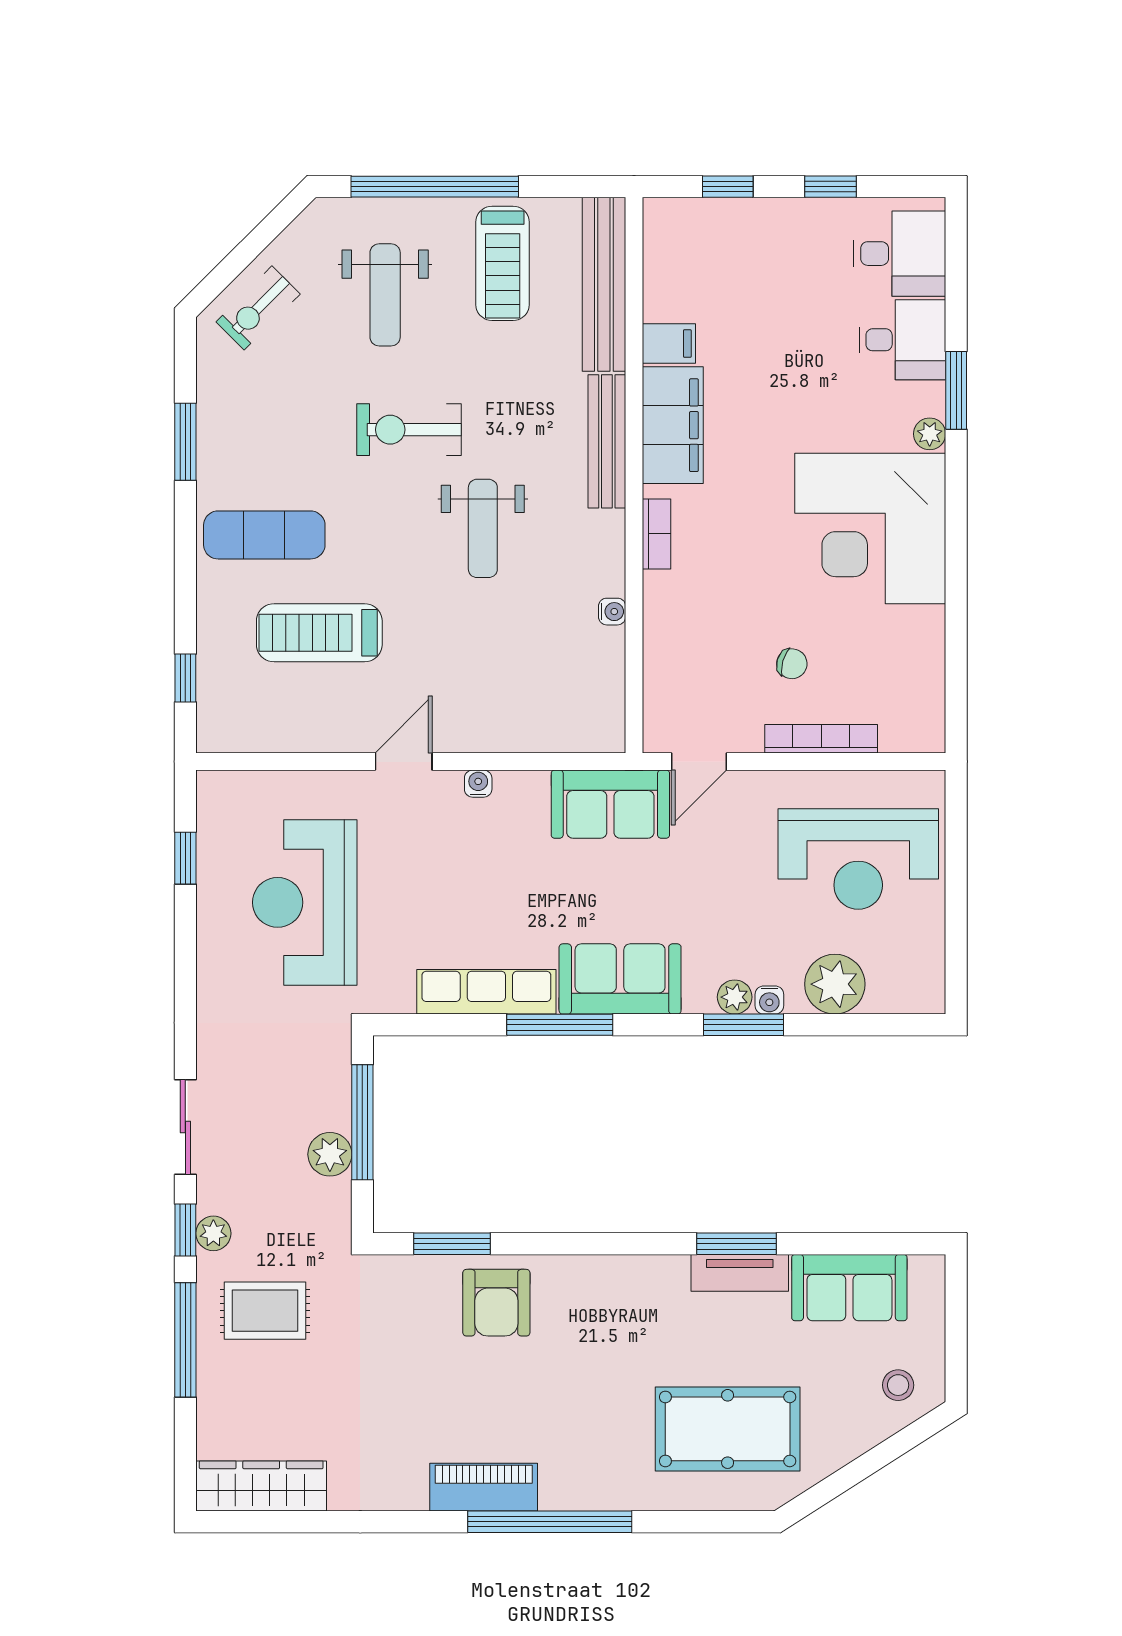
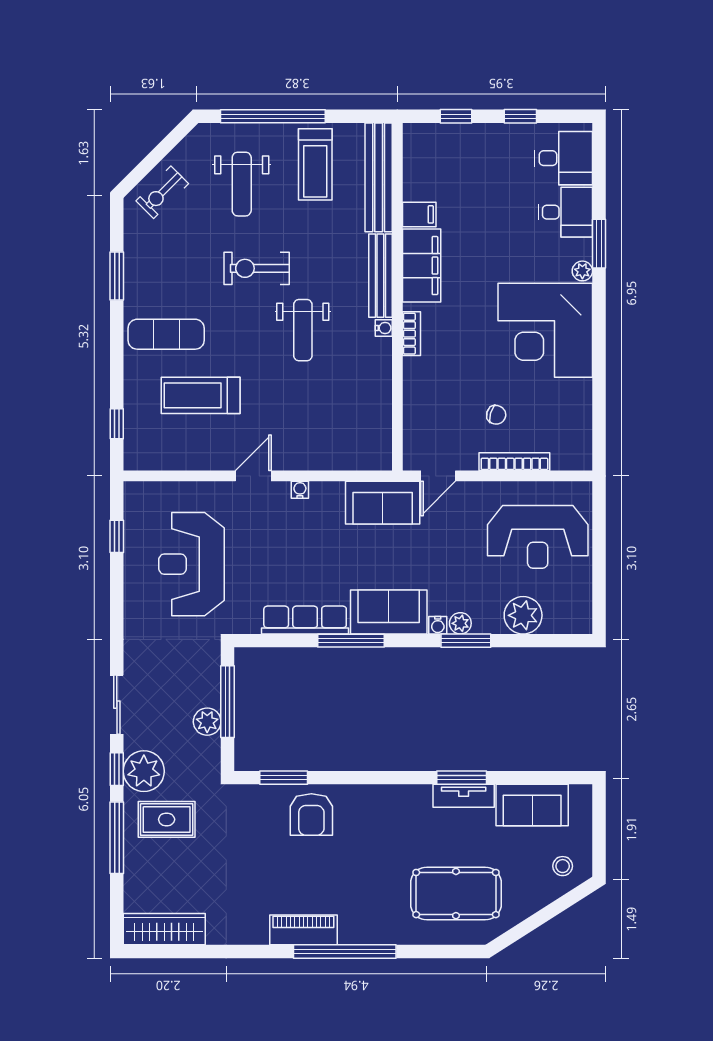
water cooler: (612, 612) -> (384, 328), moved
water cooler: (769, 1000) -> (438, 625), moved
plant: (213, 1233) -> (144, 771), width x1.88, depth x1.88

